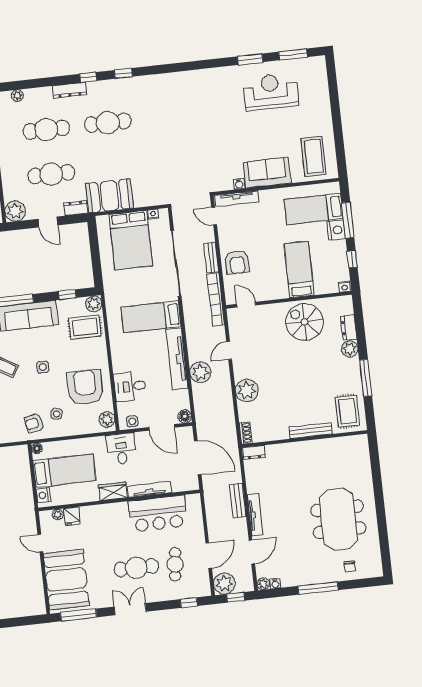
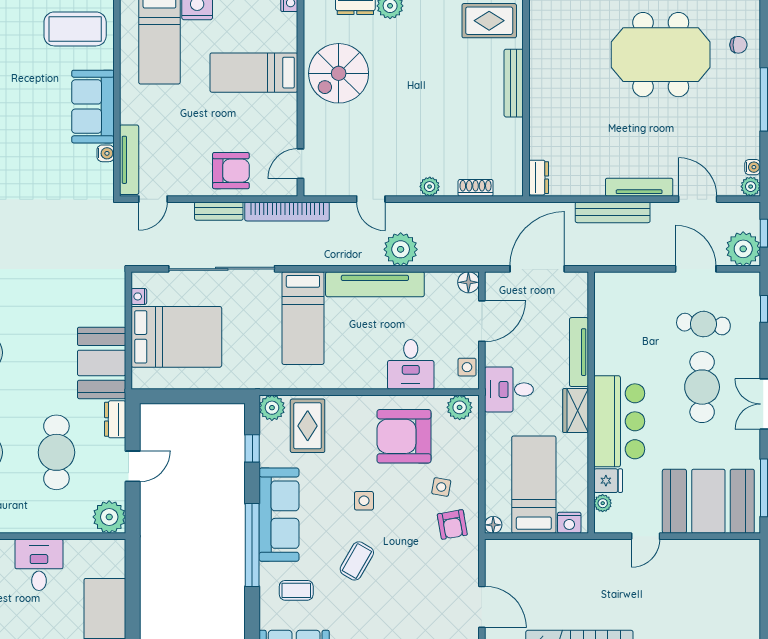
plant: (247, 390) -> (430, 187), width x0.53, depth x0.53
shoe rack: (245, 433) -> (476, 188), moved
bench: (238, 501) -> (613, 212), width x1.36
bar counter: (158, 514) -> (619, 421), moved

